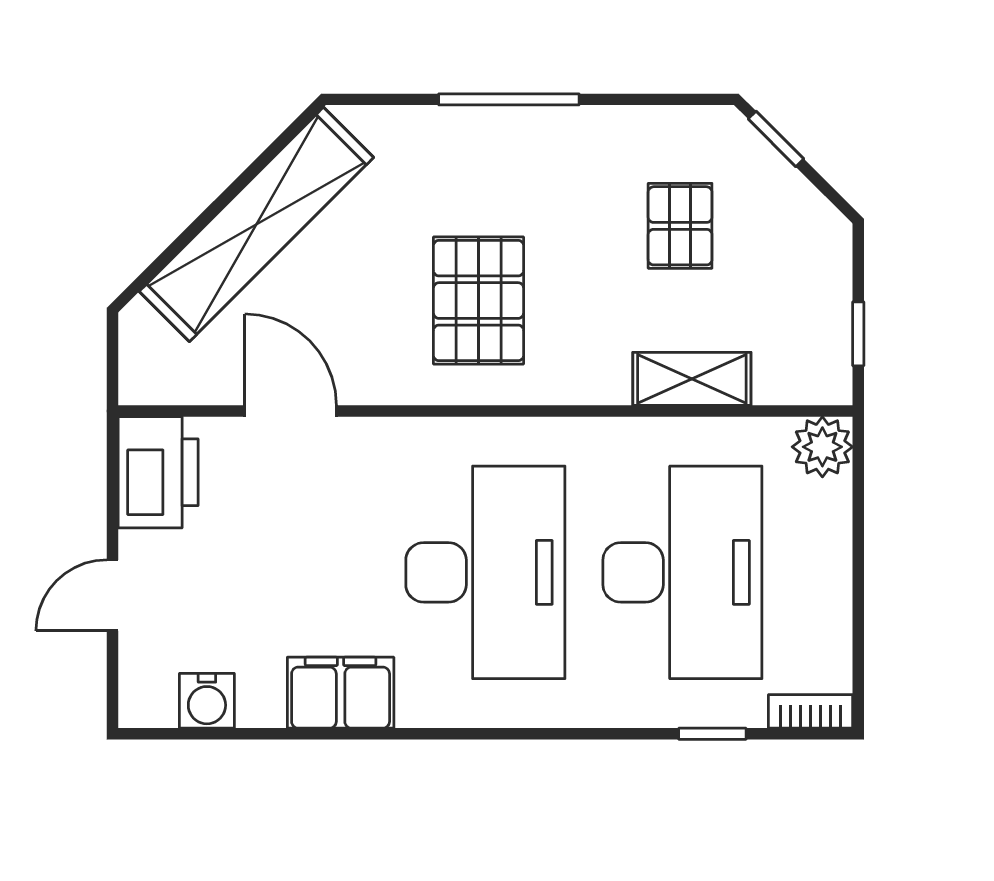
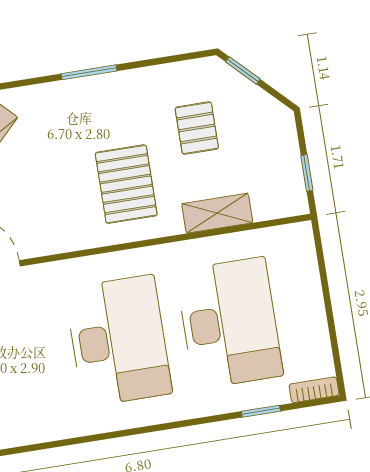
window: (509, 99) -> (89, 72), width x0.69
pallet: (479, 301) -> (126, 184), moved
plant: (822, 447) -> (297, 240), removed
filing cabinet: (341, 693) -> (48, 422), removed

